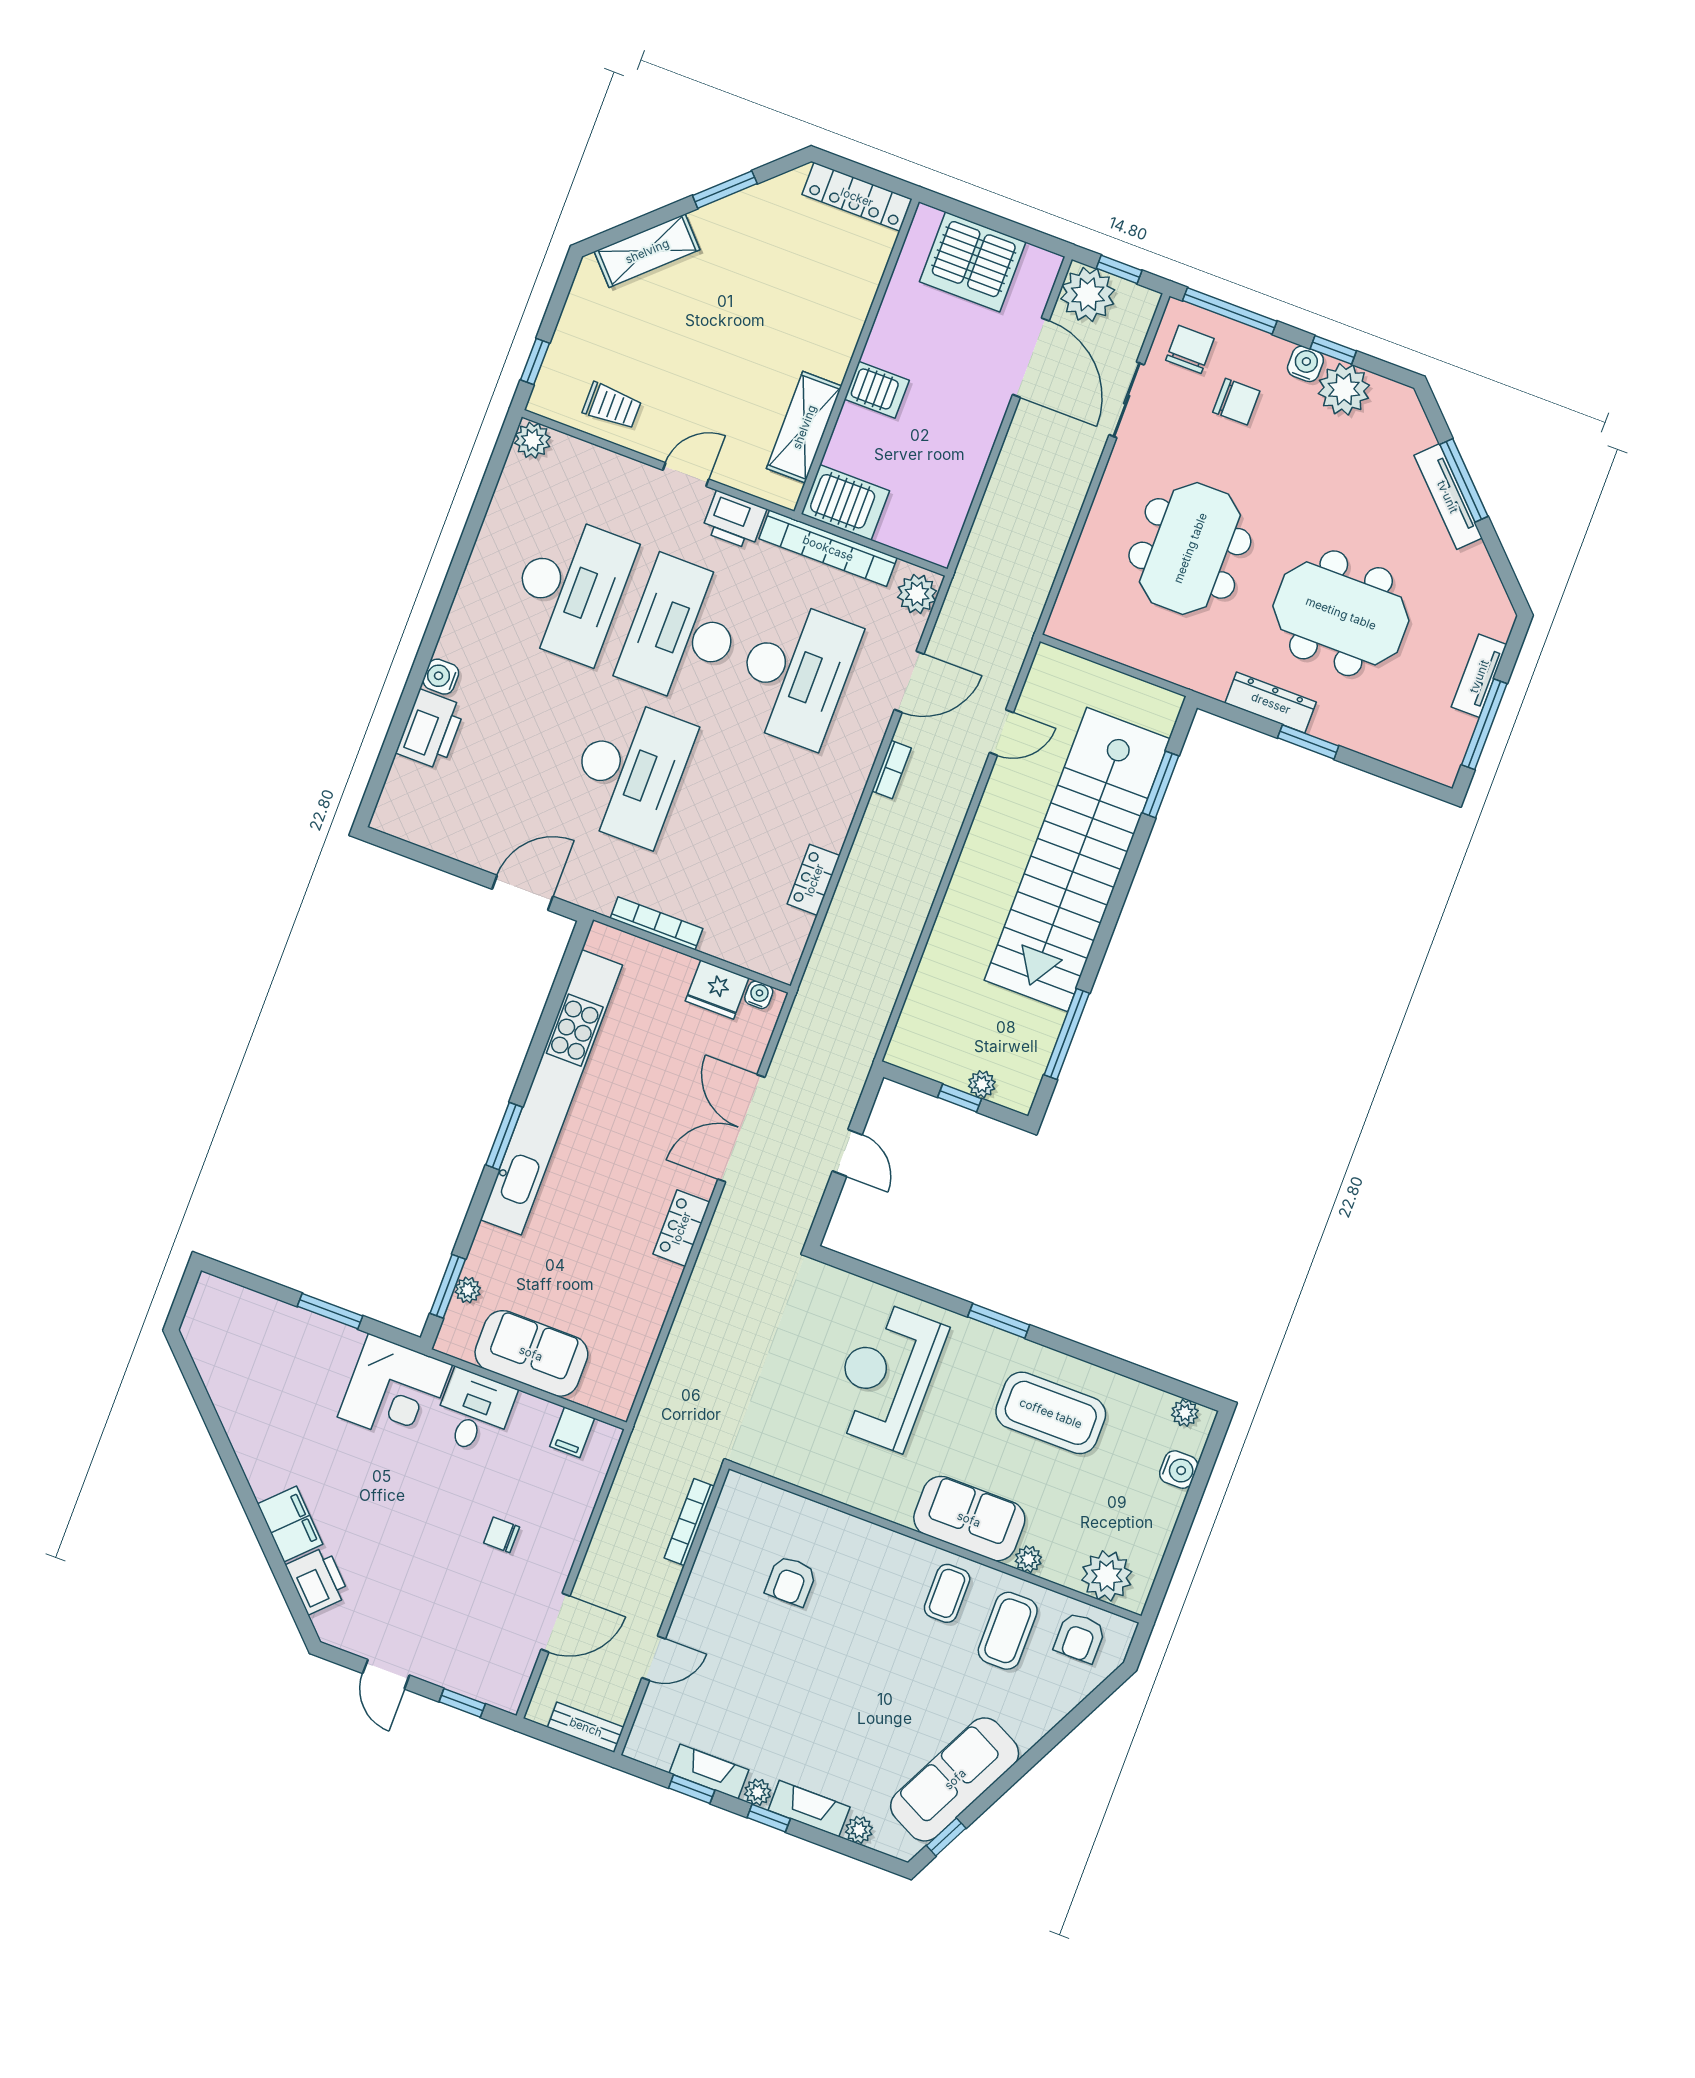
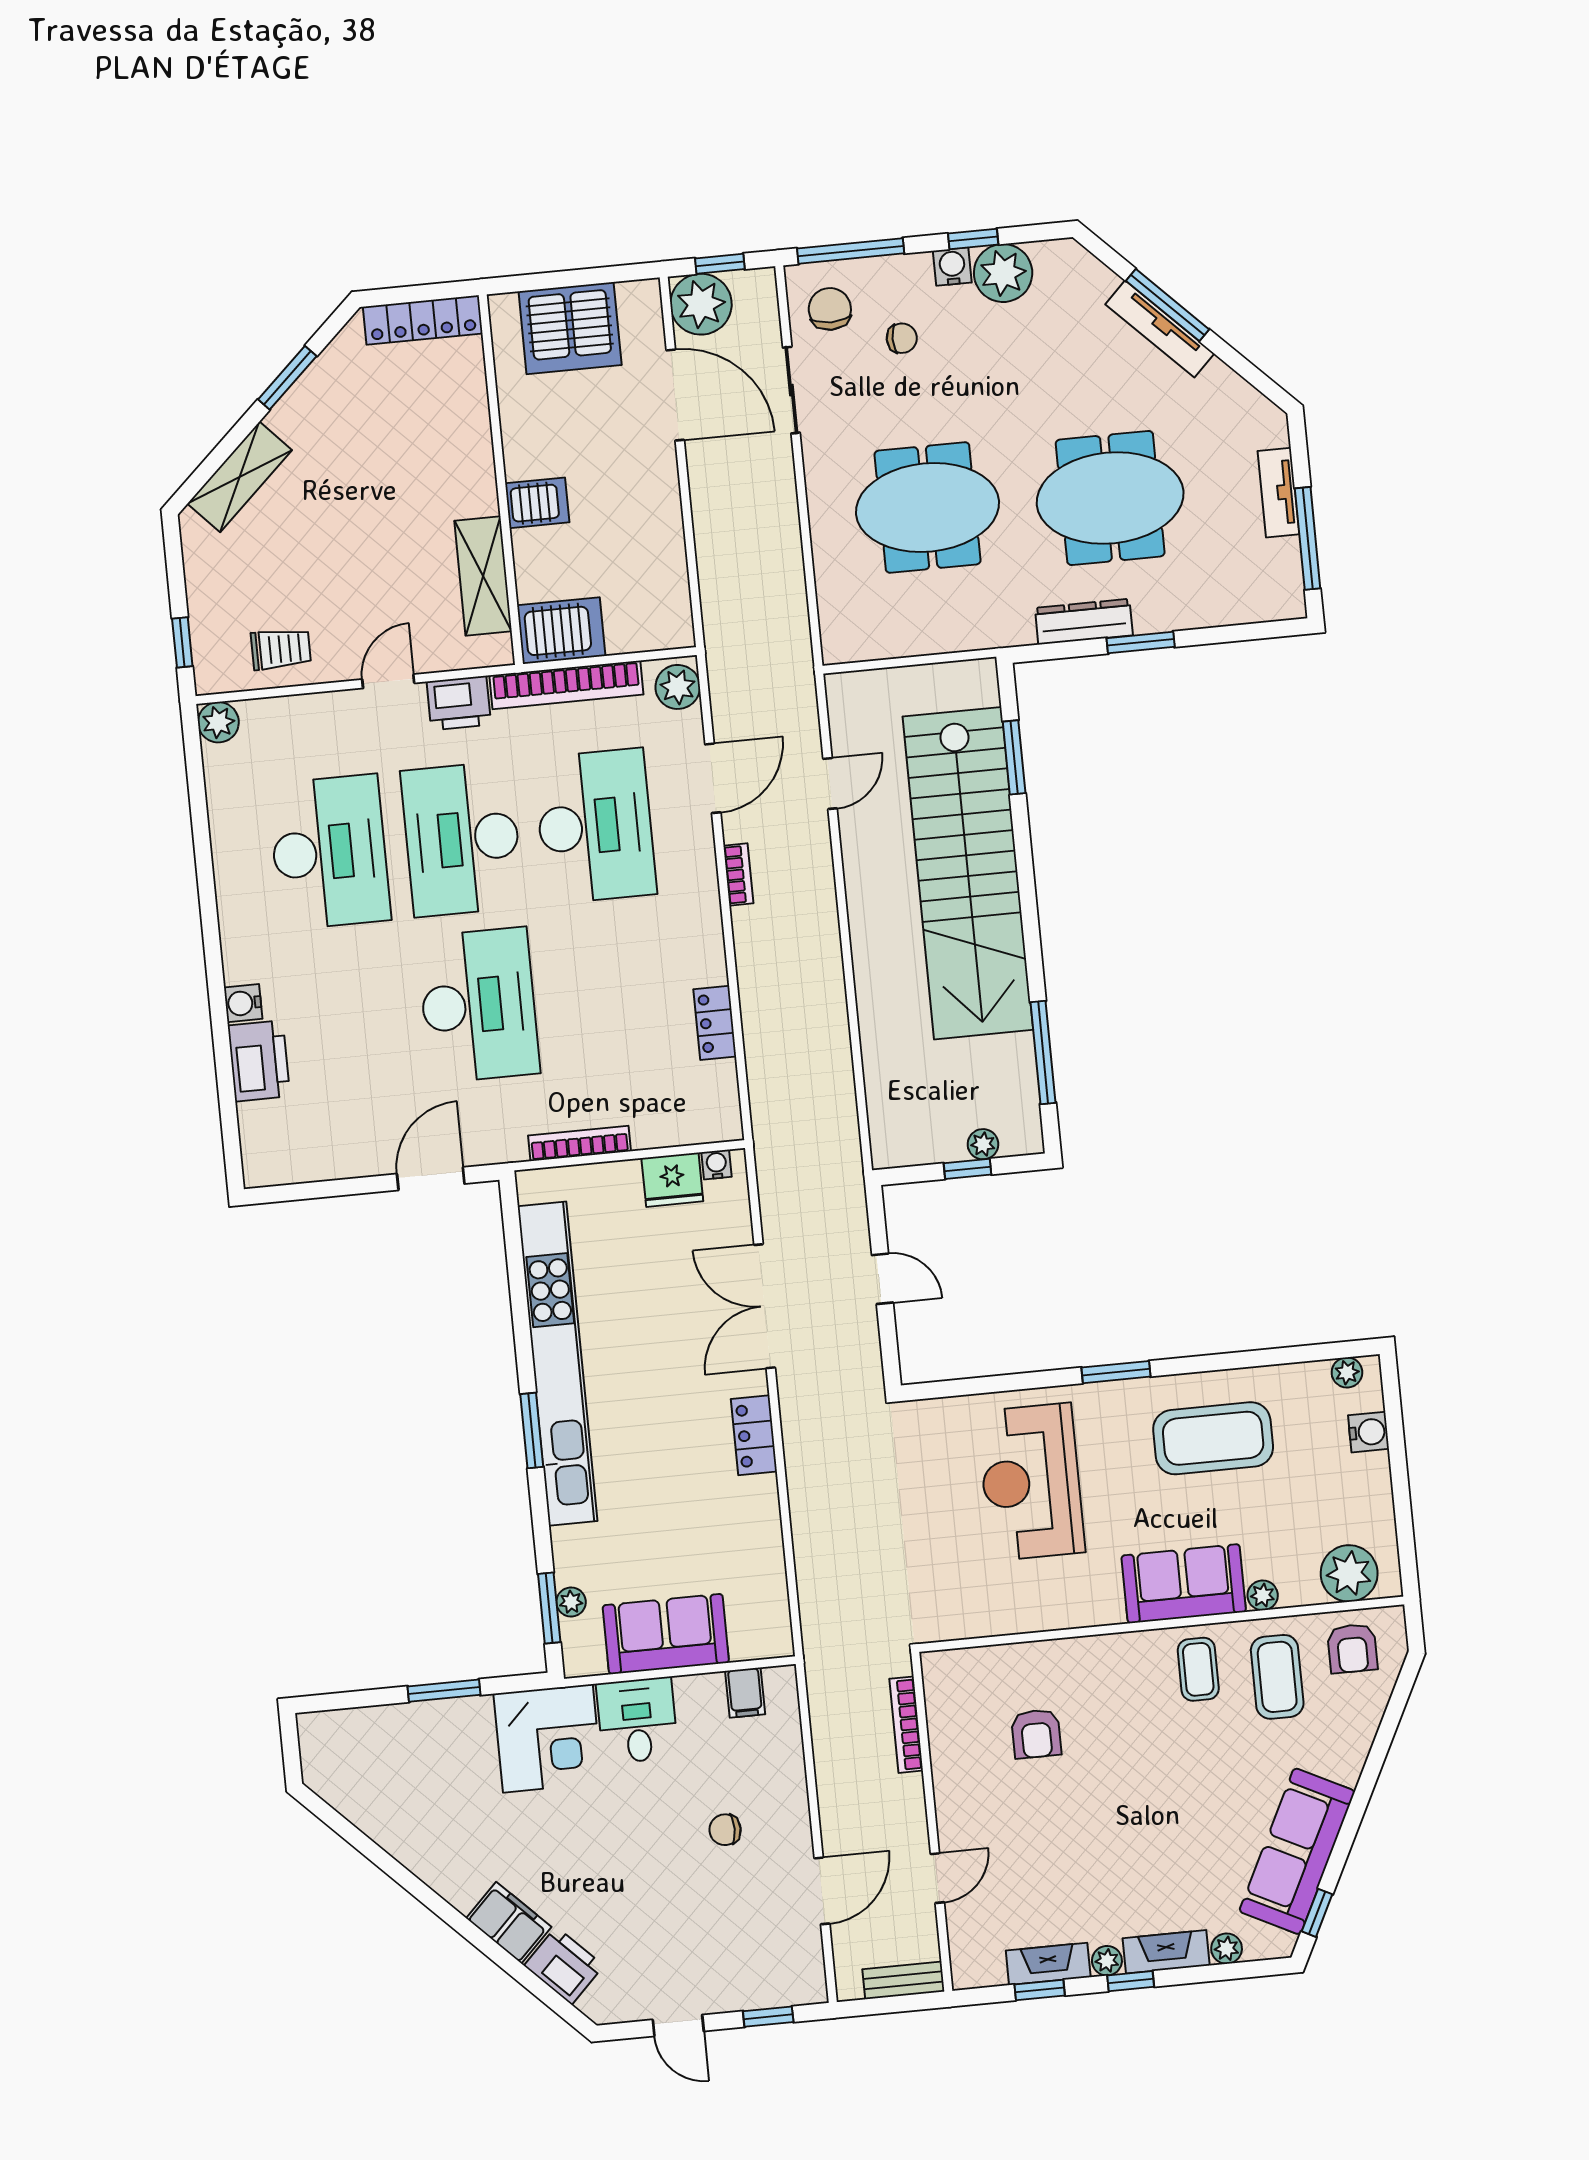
chair: (1236, 402) -> (902, 338), width x0.73, depth x0.73
meeting table: (1190, 548) -> (928, 508), turned 90

